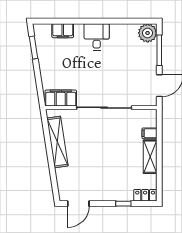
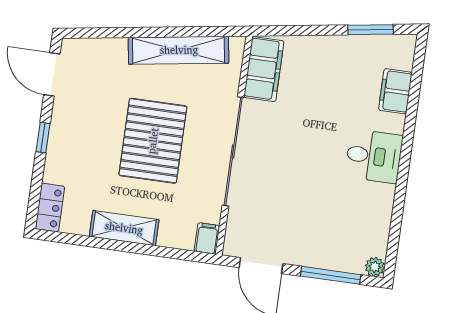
plant: (148, 33) -> (375, 267), width x0.53, depth x0.53
filing cabinet: (149, 133) -> (207, 238), moved
pallet: (104, 148) -> (153, 141), added
window: (123, 204) -> (43, 138), moved

